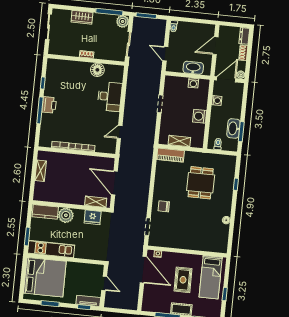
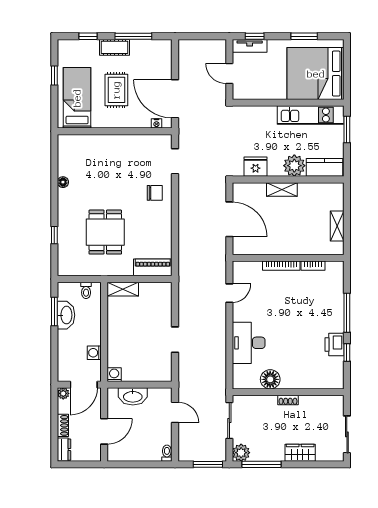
washing machine: (193, 83) -> (114, 375), moved
printer: (49, 105) -> (334, 344), moved
washing machine: (200, 116) -> (116, 328), removed
shelving: (179, 141) -> (123, 289), moved
shelving: (96, 202) -> (282, 189), moved

